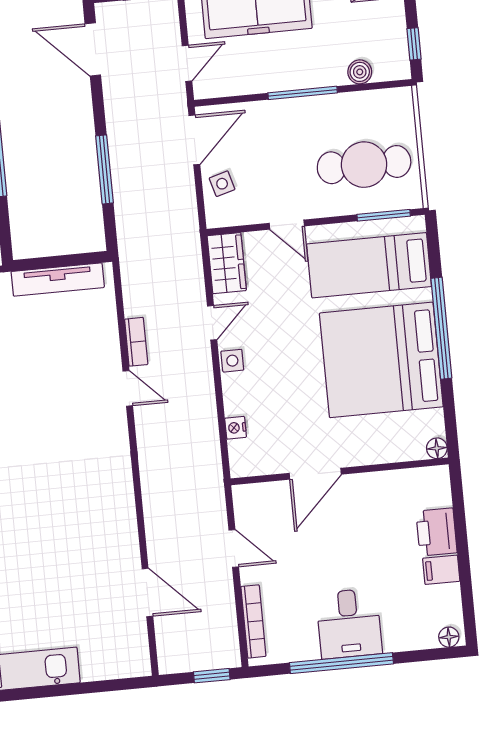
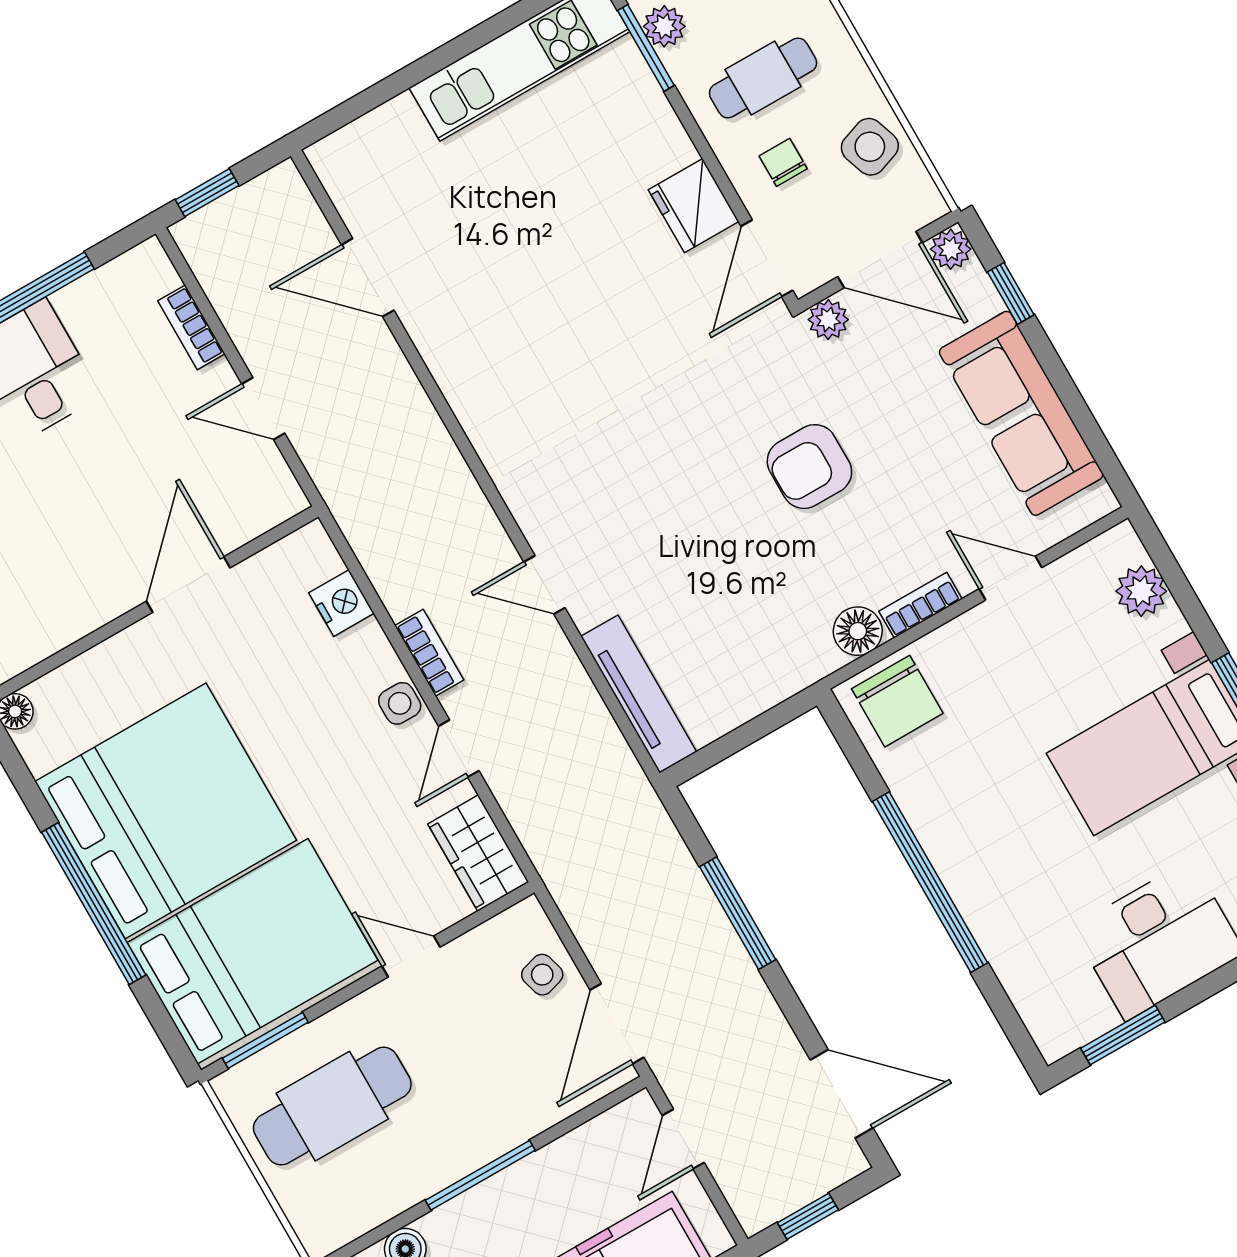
bed: (369, 265) -> (253, 951), width x1.50
tv unit: (58, 279) -> (639, 694), moved, turned 90
bookcase: (136, 342) -> (429, 653), moved, turned 180
nightstand: (236, 428) -> (341, 603), width x1.39, depth x1.35
bookcase: (253, 621) -> (191, 327), width x0.64

